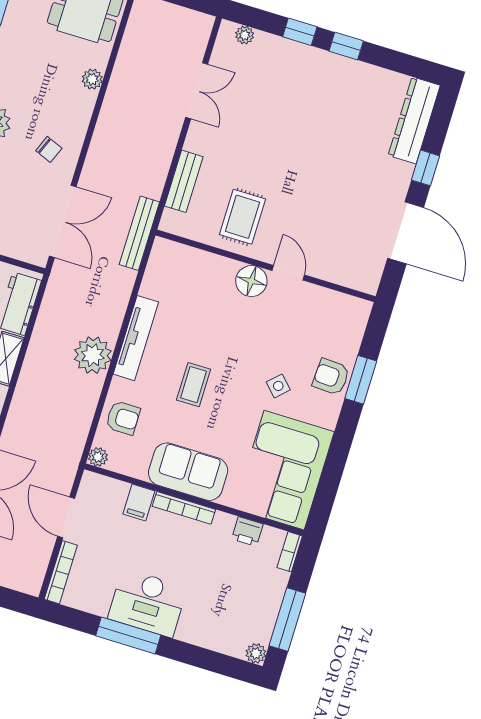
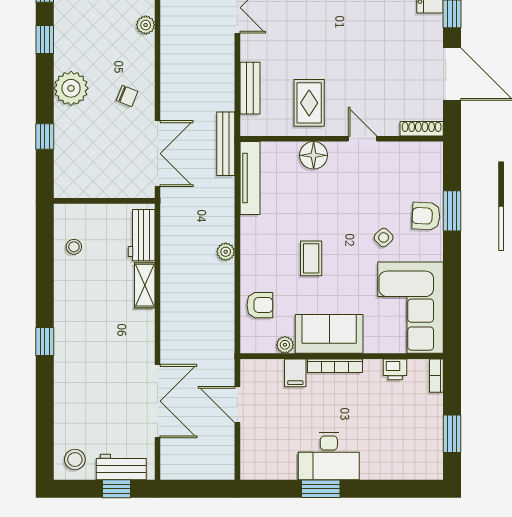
floor lamp: (251, 281) -> (314, 155), moved
shoe rack: (355, 282) -> (422, 129), added
tv unit: (136, 338) -> (250, 178), moved
plant: (93, 355) -> (226, 252), width x0.53, depth x0.53
plant: (98, 457) -> (285, 345), moved
bookcase: (61, 572) -> (247, 452), removed
window: (287, 619) -> (452, 434), width x0.69
window: (128, 635) -> (321, 489), width x0.69
plant: (256, 653) -> (434, 471), removed

